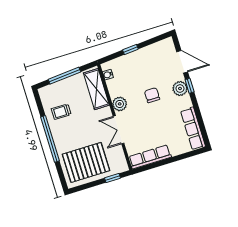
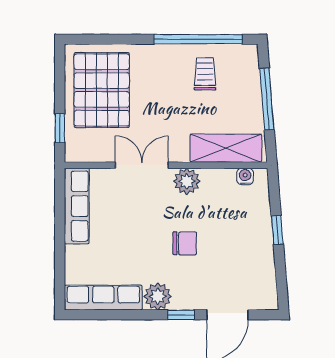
plant: (180, 88) -> (158, 296), moved
window: (50, 139) -> (198, 39), moved

